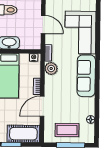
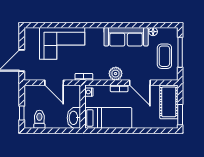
door: (43, 24) -> (54, 83), swing flipped
plant: (51, 68) -> (116, 74), moved
sofa: (86, 76) -> (126, 37), moved

